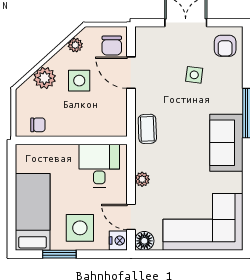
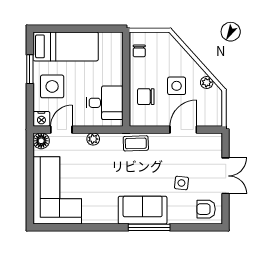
chair: (112, 46) -> (146, 97), moved
plant: (45, 78) -> (179, 57), removed
sofa: (226, 143) -> (143, 210), moved

